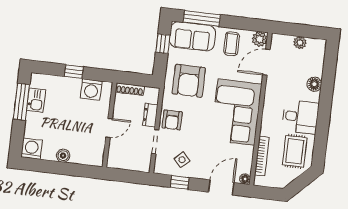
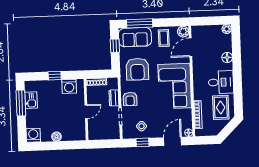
plant: (300, 43) -> (227, 29), moved

